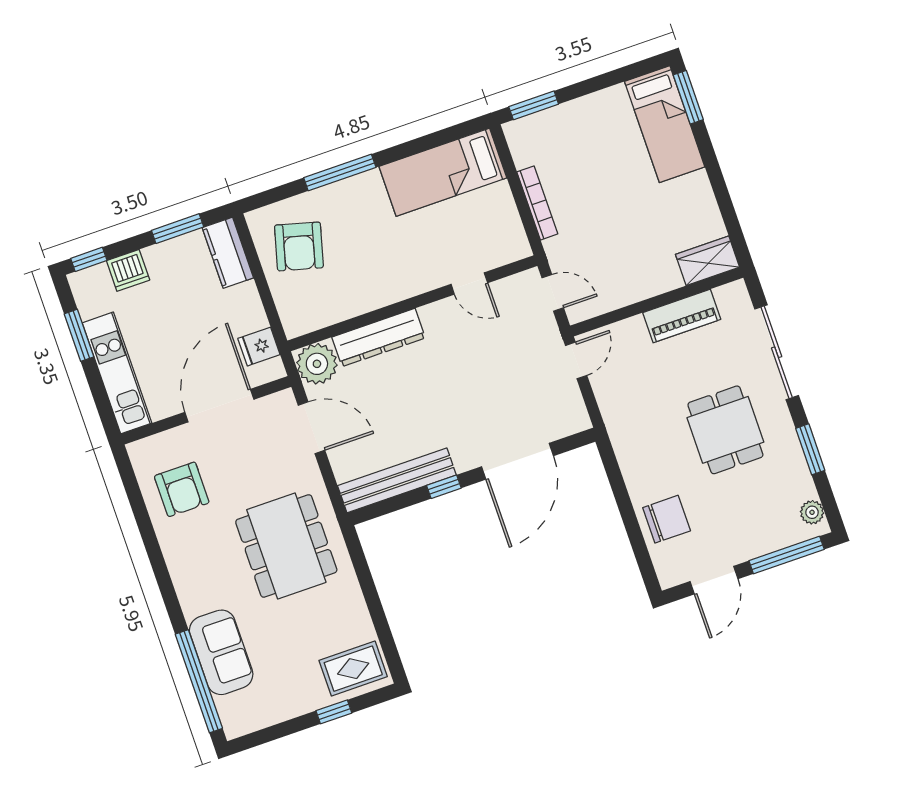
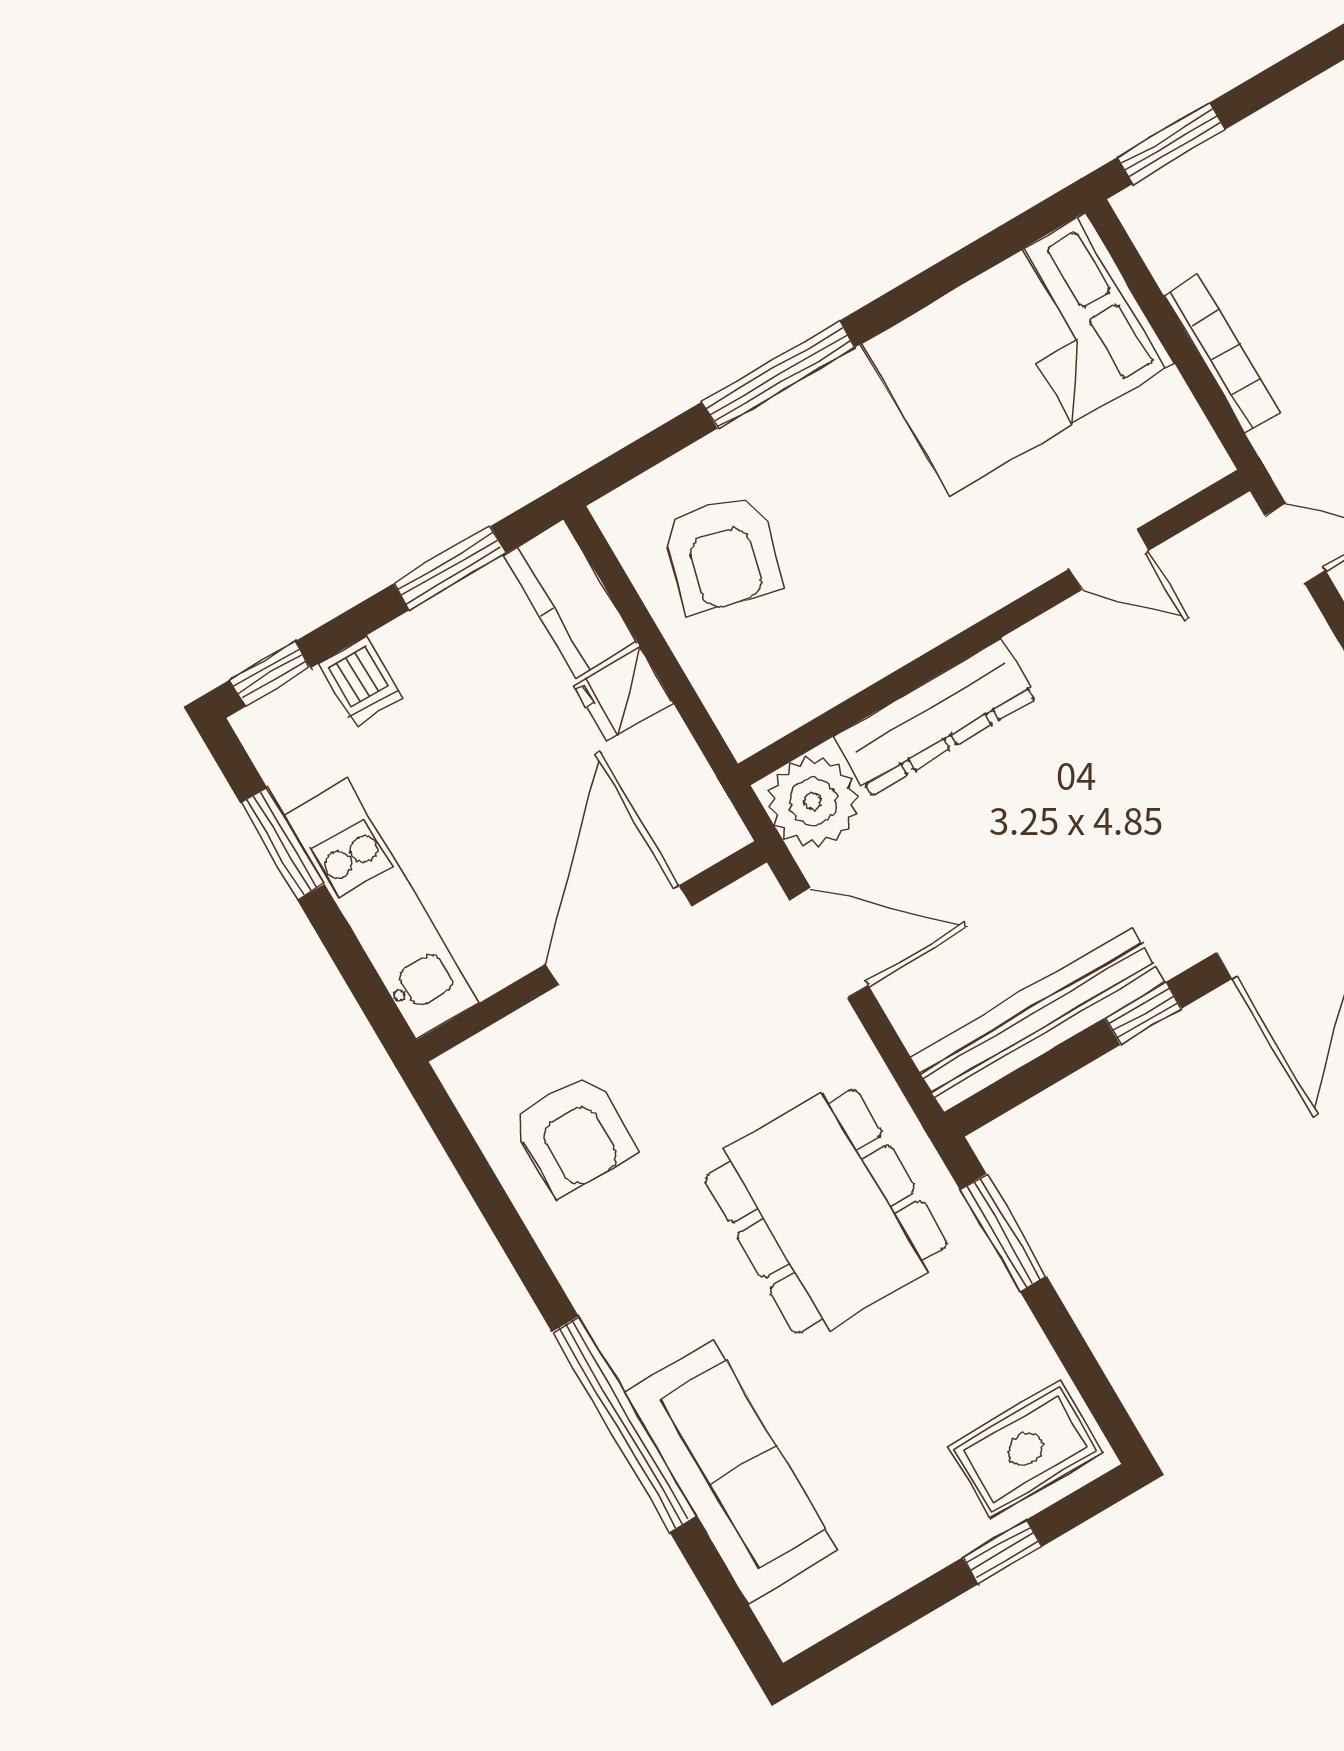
bed: (443, 172) -> (1018, 354), width x1.50
dishwasher: (128, 270) -> (360, 681), width x0.73
fridge: (259, 347) -> (623, 694), moved
window: (363, 571) -> (1003, 1233), added
sofa: (221, 652) -> (731, 1472), width x1.36
window: (199, 681) -> (624, 1424), moved

